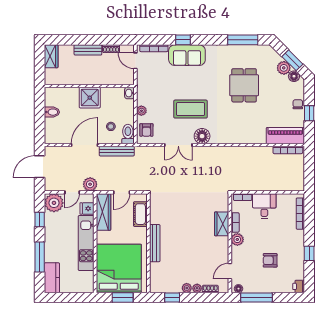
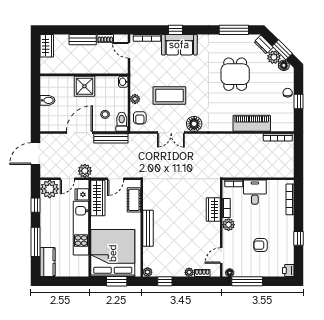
dresser: (273, 55) -> (264, 45), added
coffee table: (191, 109) -> (169, 96), moved
piano: (285, 136) -> (252, 123), moved
plant: (187, 288) -> (148, 272), moved

